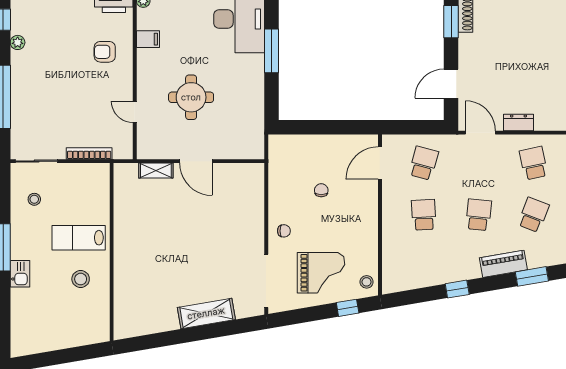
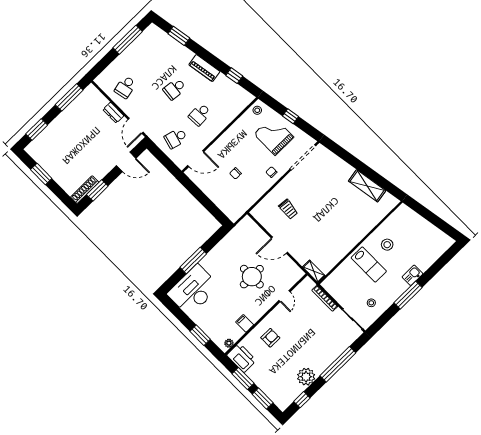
plant: (18, 42) -> (306, 377), width x1.87, depth x1.87
armchair: (105, 52) -> (270, 338), turned -90
door: (196, 161) -> (279, 245), swing flipped
shelving: (156, 170) -> (314, 271), moved
trolley: (226, 209) -> (288, 209), added
school desk: (534, 215) -> (149, 63), removed
piano: (503, 264) -> (204, 68), moved
window: (457, 289) -> (234, 76), moved
window: (348, 308) -> (291, 116), moved
shelving: (206, 313) -> (367, 186), moved

